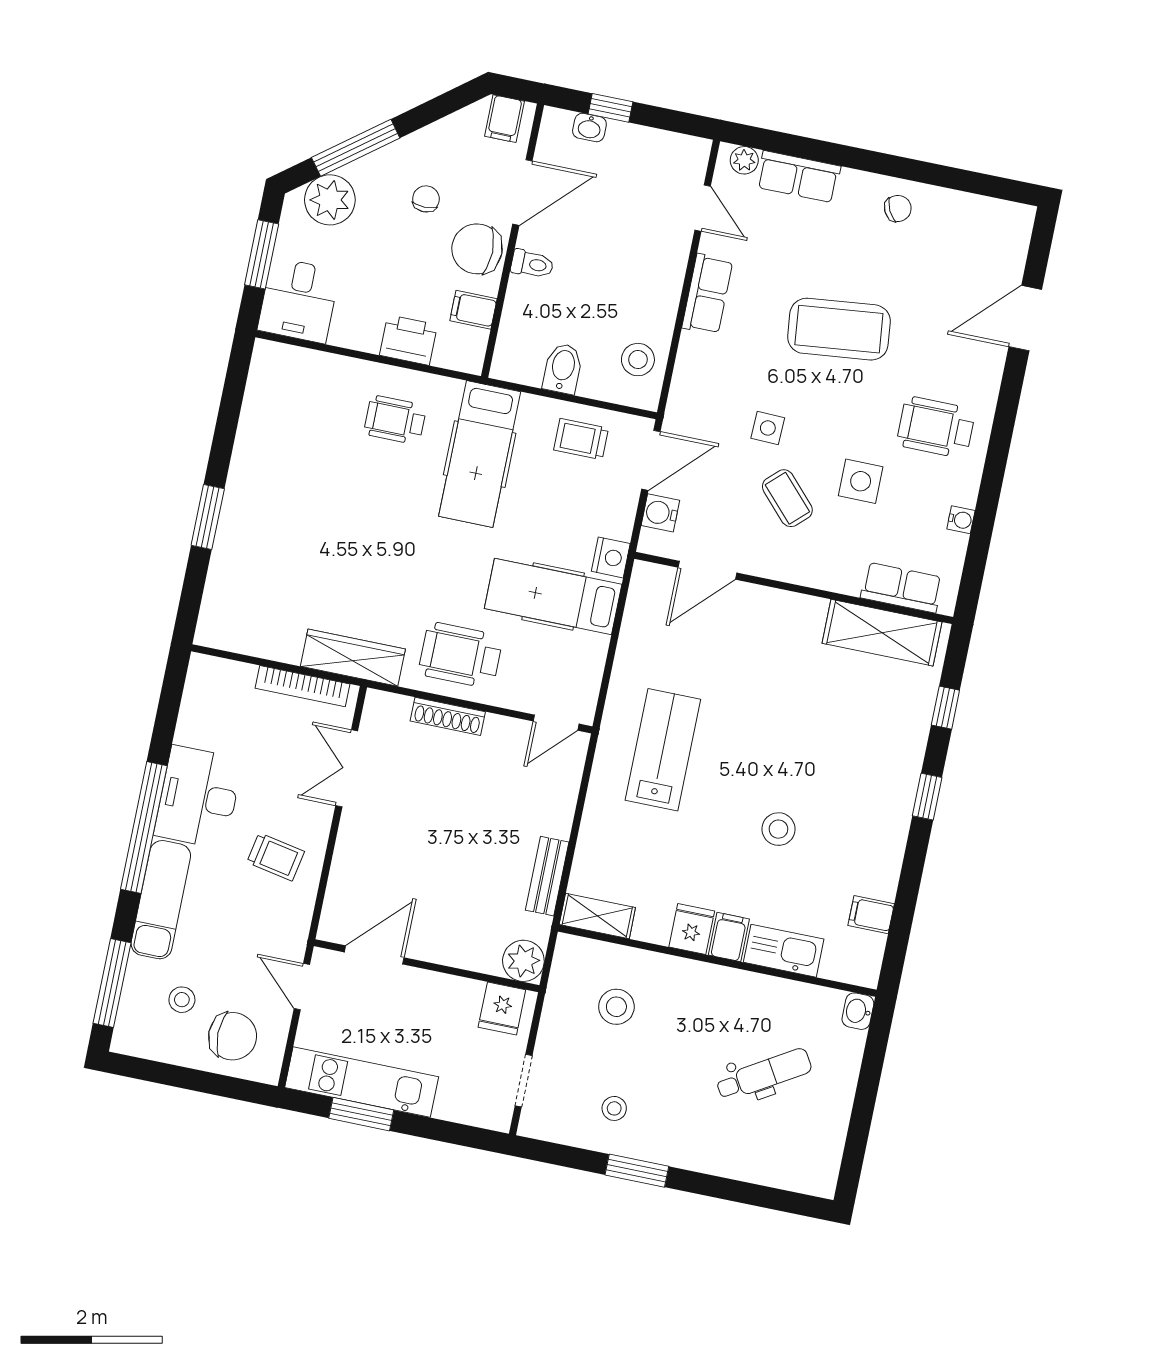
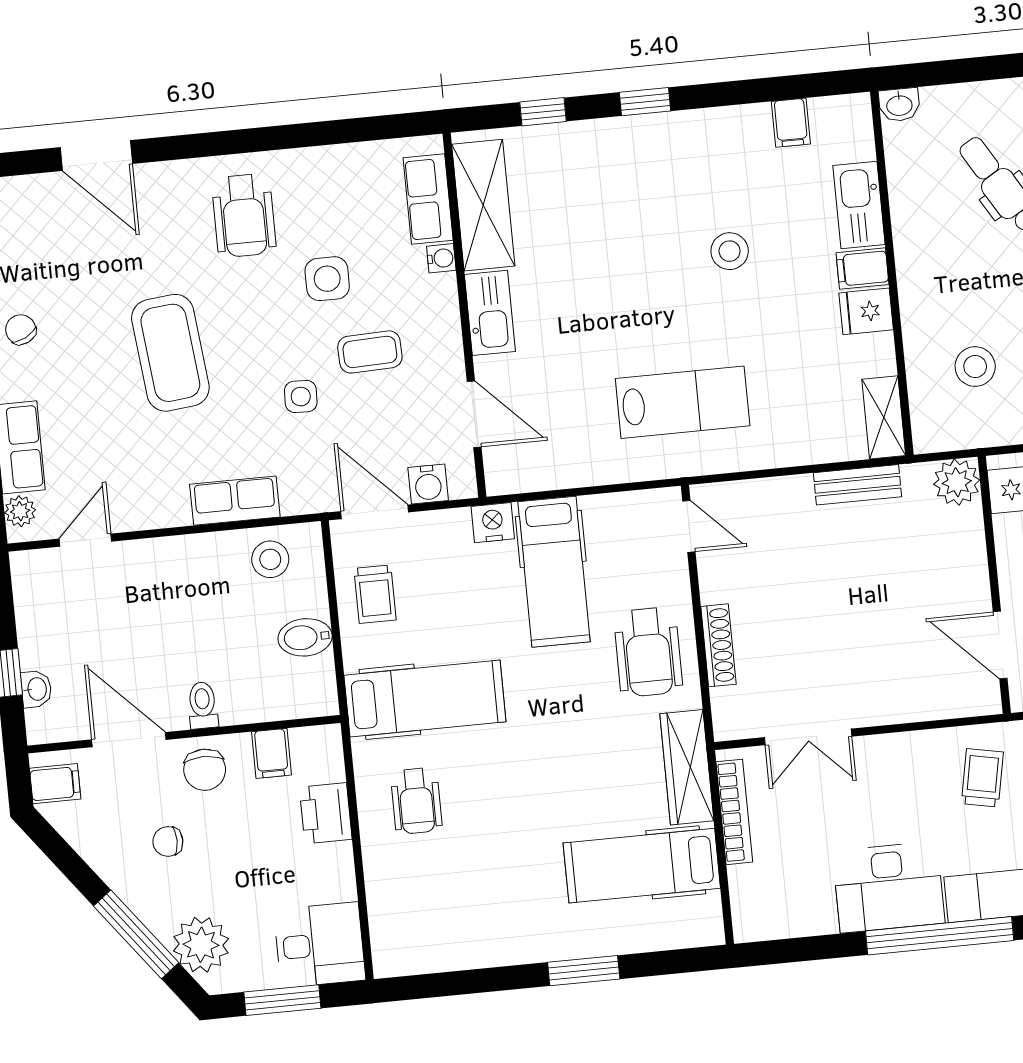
chair: (477, 249) -> (205, 770), width x0.73, depth x0.73
row of seats: (707, 294) -> (235, 501), moved
coffee table: (787, 498) -> (370, 352), turned 41
water cooler: (961, 520) -> (441, 258), moved, turned 90
hospital bed: (281, 594) -> (642, 866), added
kitchen sink: (789, 610) -> (490, 313), added
lab bench: (663, 750) -> (683, 402), turned 180
trolley: (276, 857) -> (982, 778), moved

